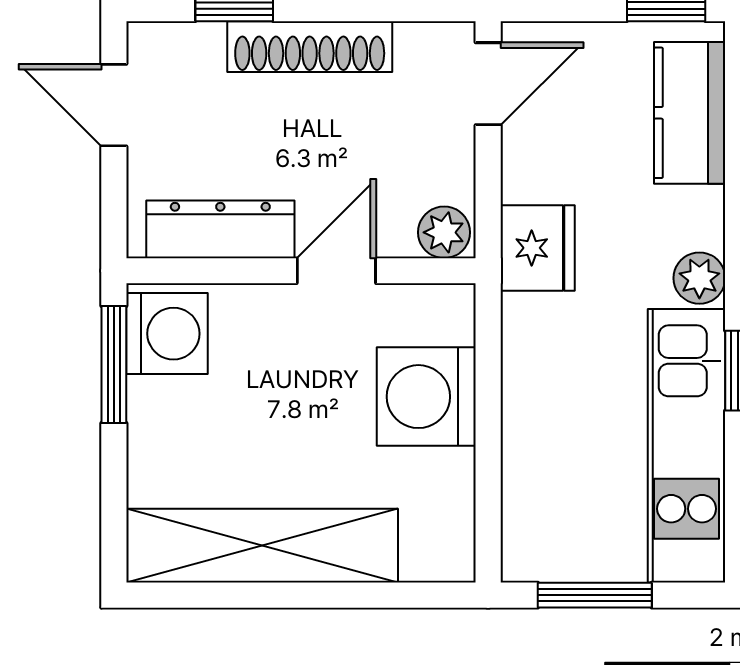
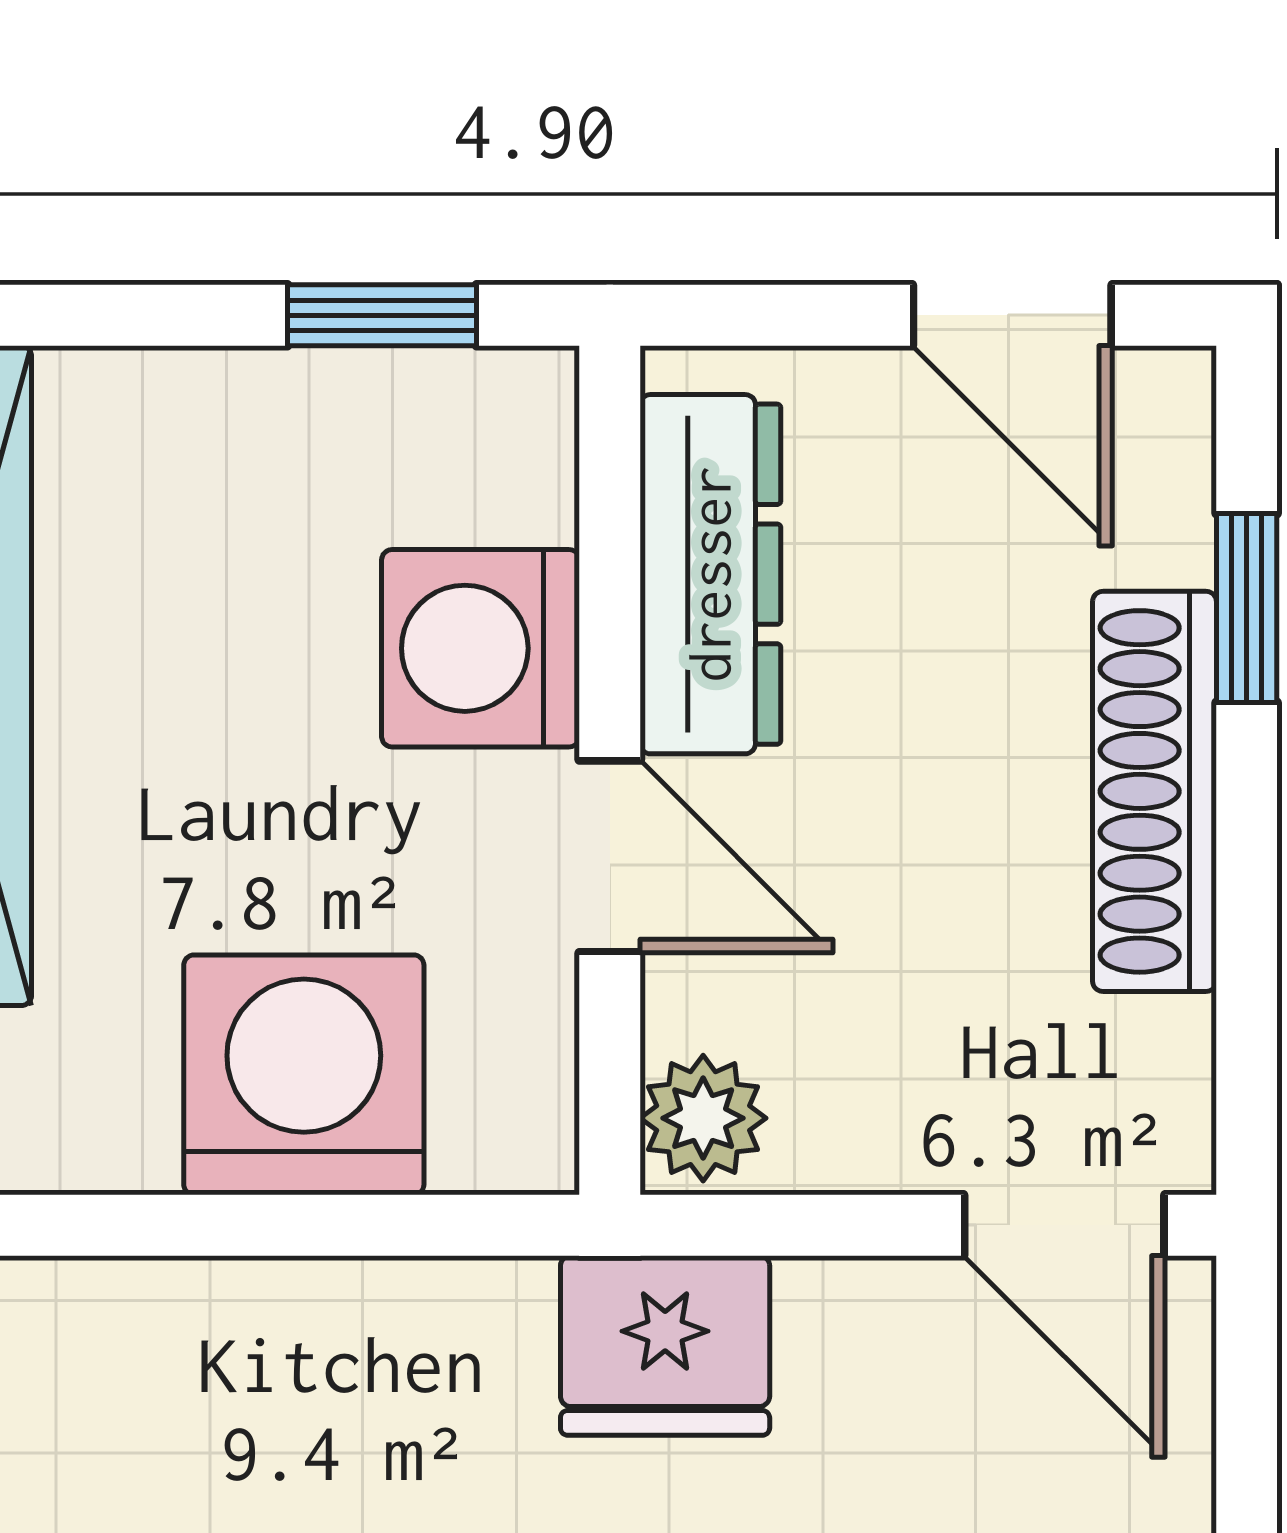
door: (114, 105) -> (1012, 315), swing flipped
washing machine: (167, 334) -> (481, 648), moved, turned 90
window: (114, 364) -> (382, 315), width x0.67

